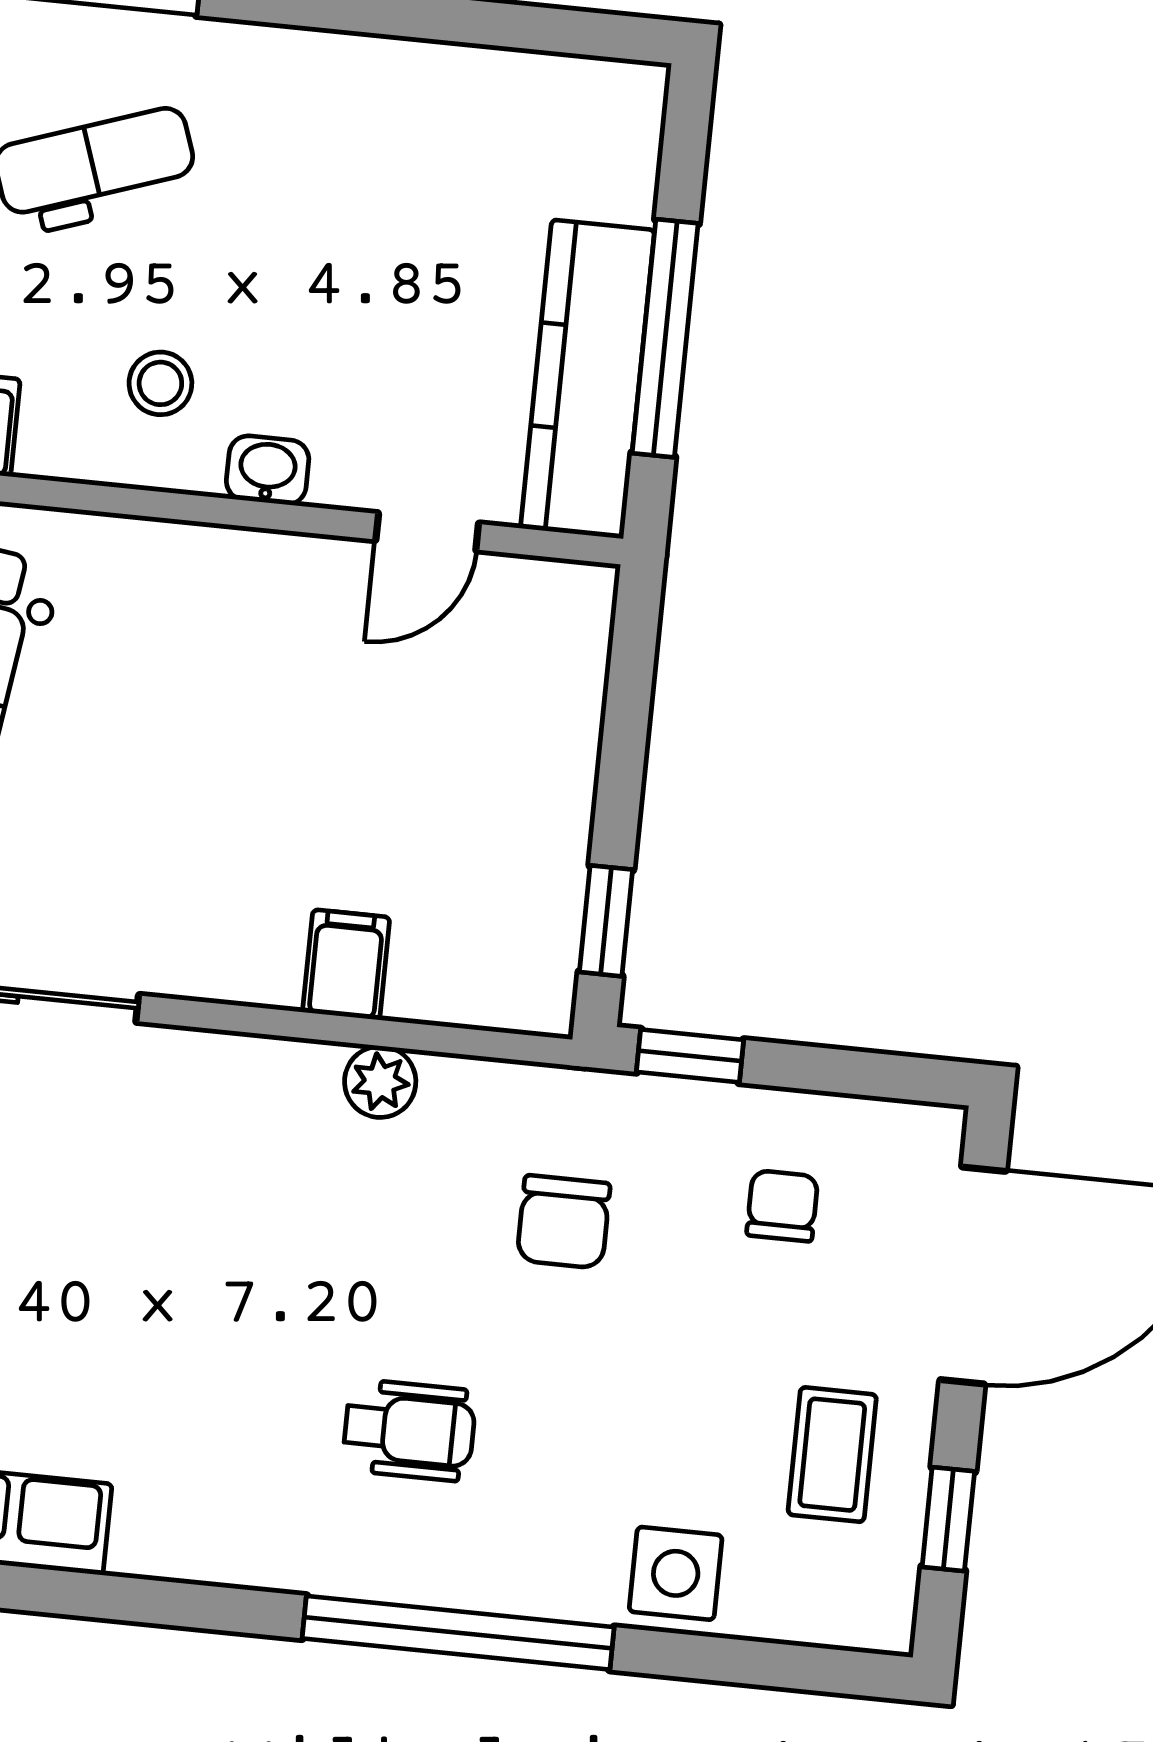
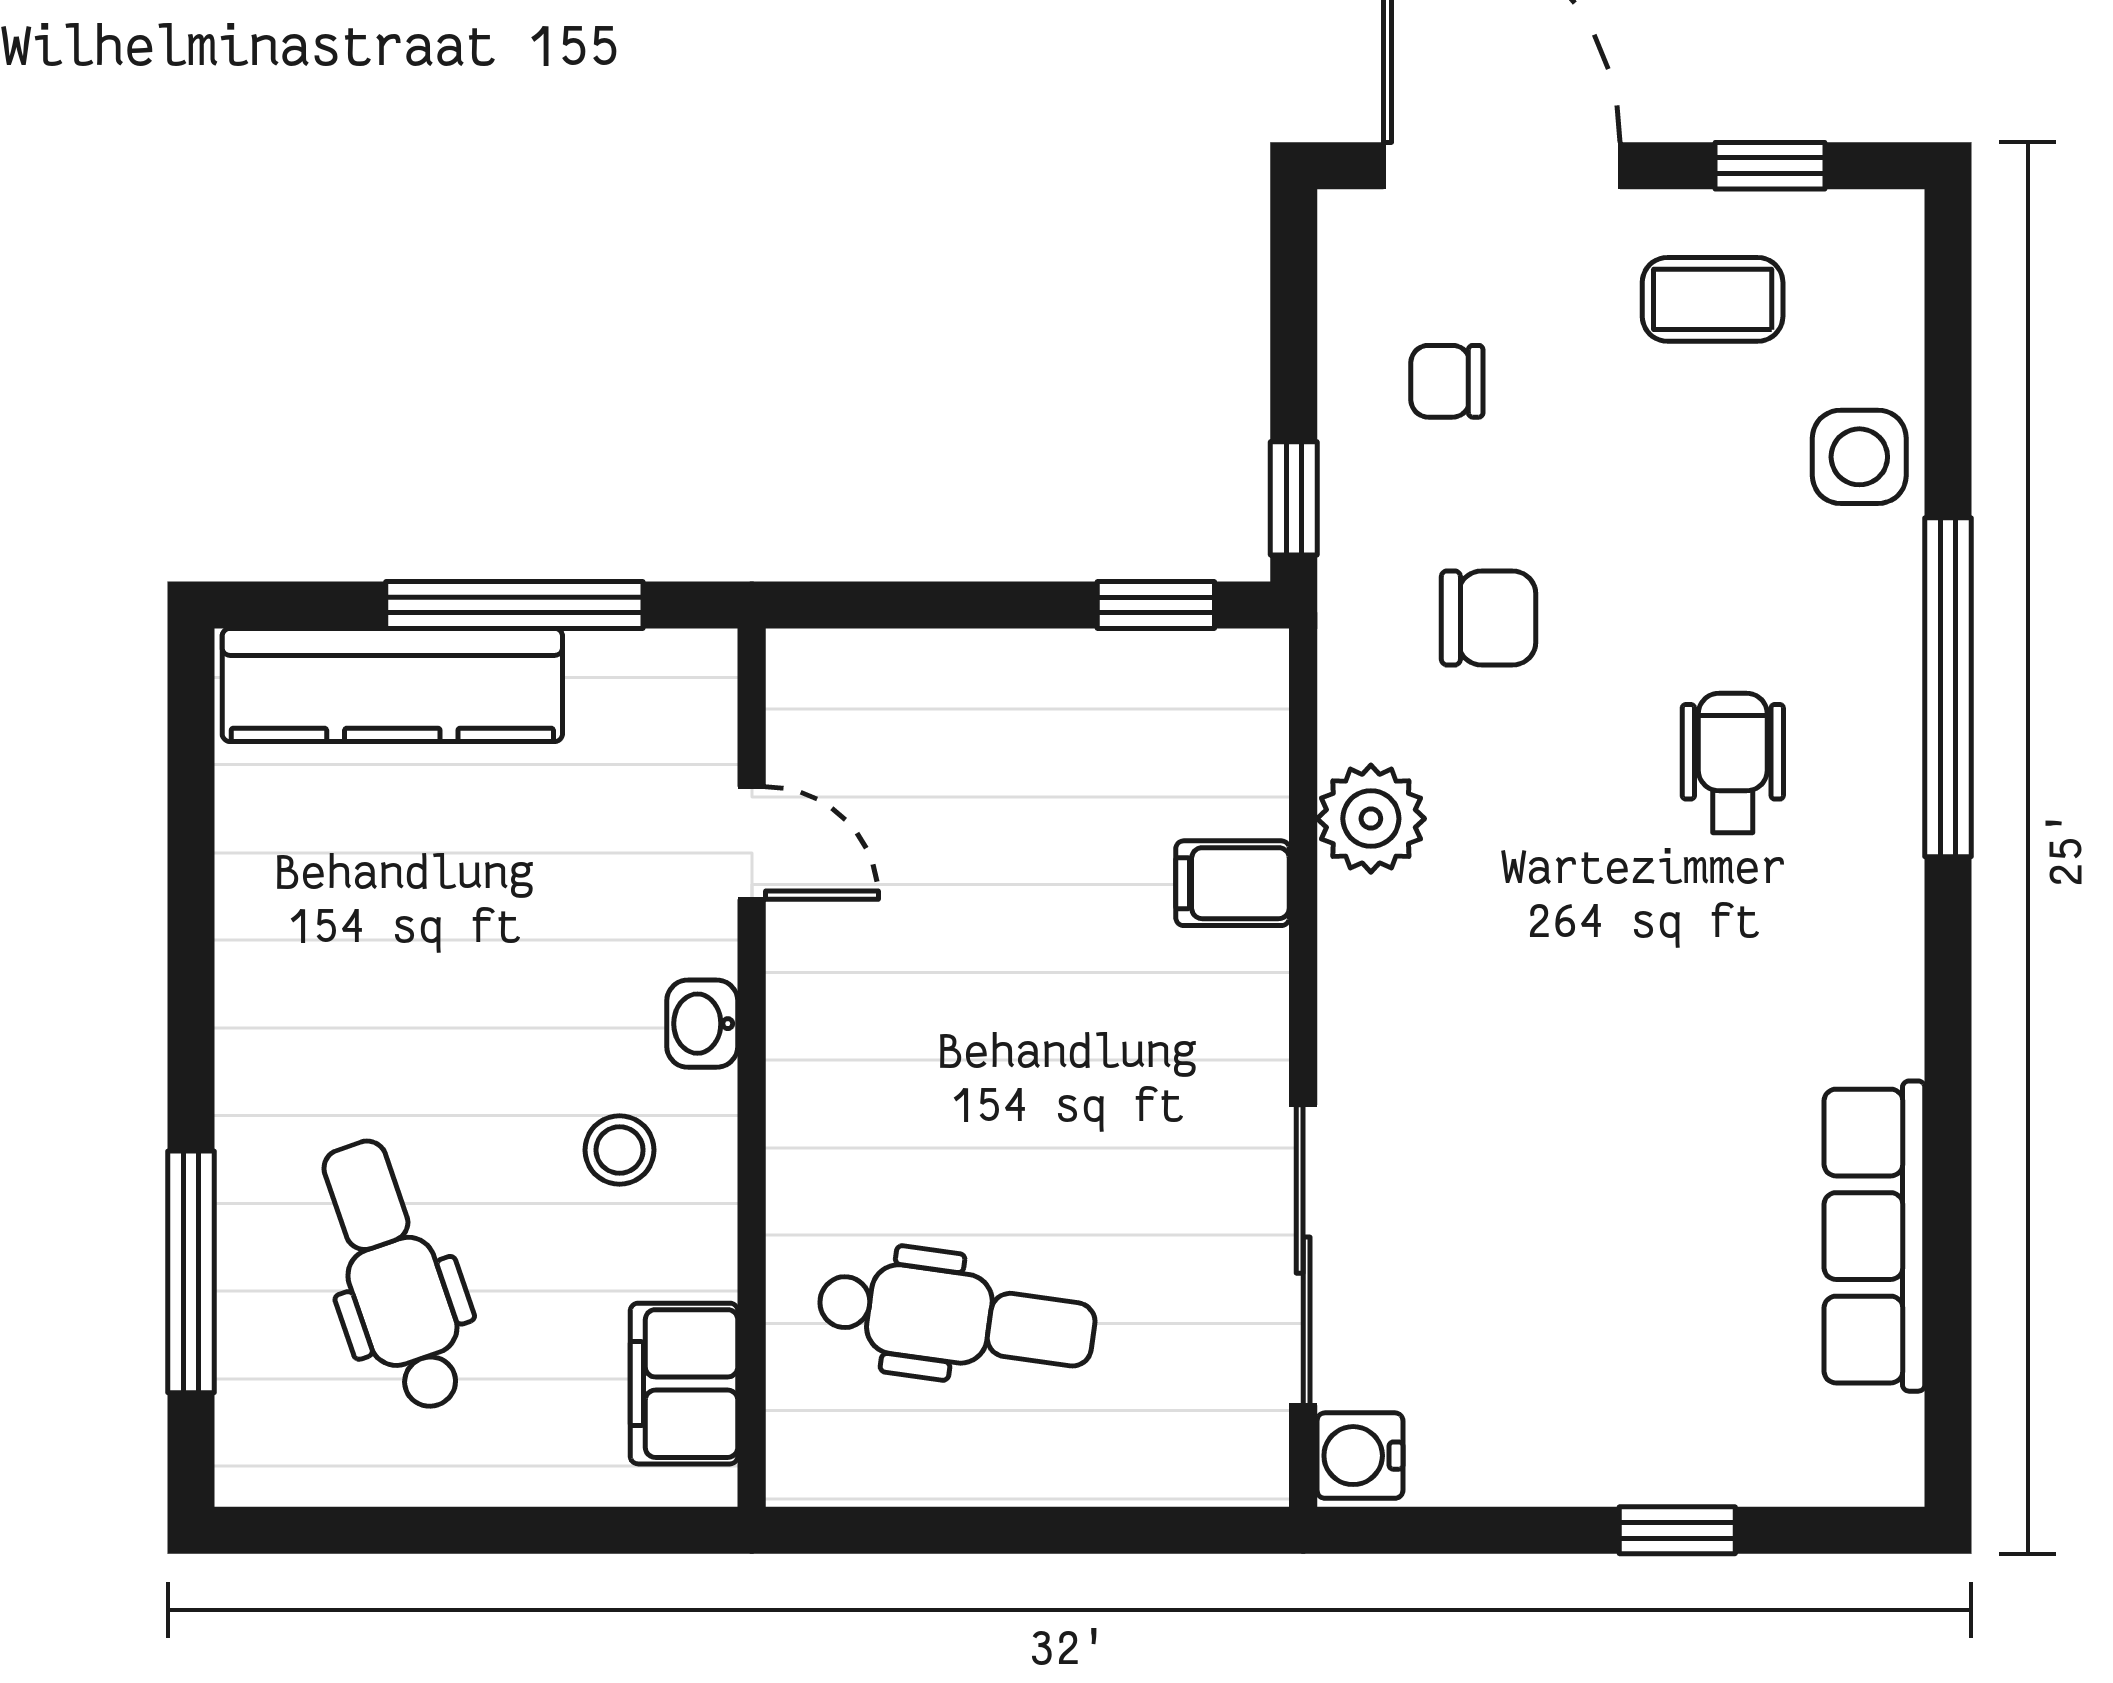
kitchen counter: (588, 379) -> (392, 685), moved
plant: (380, 1082) -> (1371, 819), width x1.38, depth x1.38

